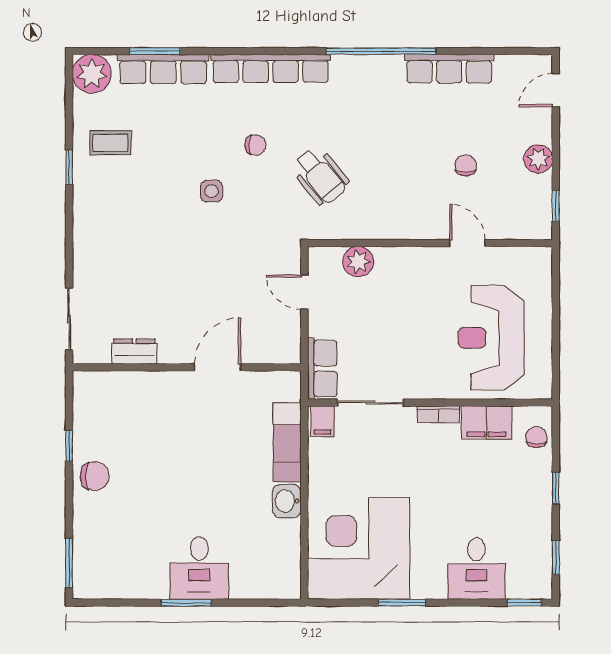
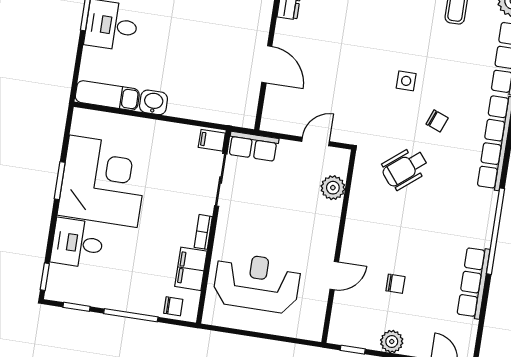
chair: (255, 145) -> (437, 121), turned -69
exam couch: (287, 442) -> (107, 96), moved
window: (556, 488) -> (131, 315), width x2.17
corner desk: (359, 548) -> (103, 181), moved

